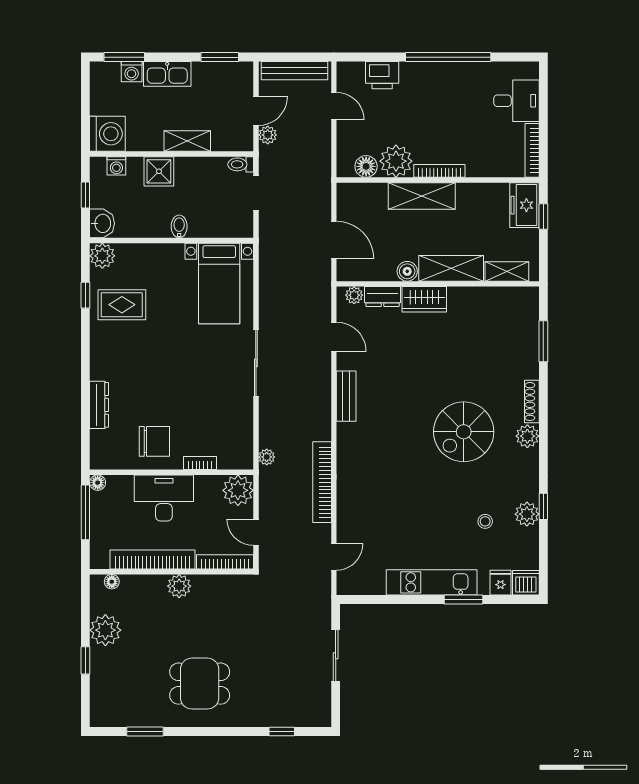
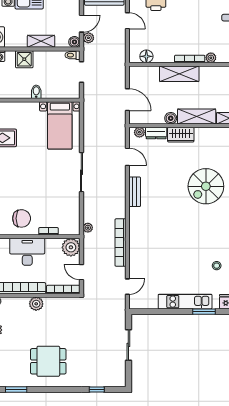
boiler: (244, 142) -> (74, 42), added
plant: (396, 161) -> (211, 58), moved, width x0.53, depth x0.53
spiral stairs: (464, 432) -> (206, 186), moved

